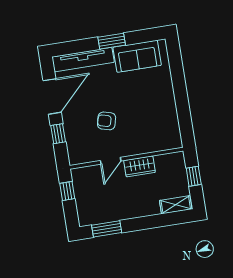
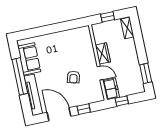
window: (112, 41) -> (20, 76), width x2.11
freezer: (86, 176) -> (111, 89), added

